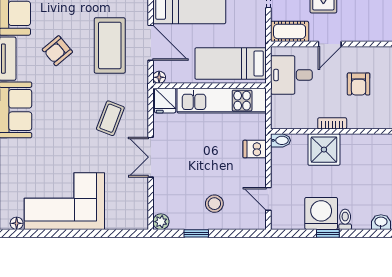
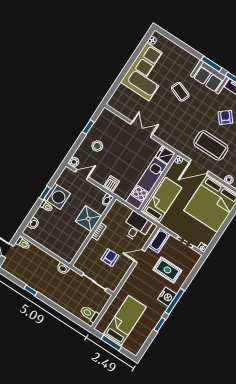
door: (330, 44) -> (139, 256), hinge flipped
armchair: (359, 84) -> (110, 258), turned 90
coffee table: (110, 118) -> (180, 92), moved
plant: (161, 222) -> (74, 162), moved

